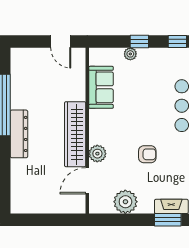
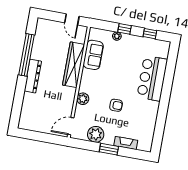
wardrobe: (75, 134) -> (74, 65), moved
door: (87, 181) -> (71, 126), moved
window: (168, 220) -> (109, 149), moved

